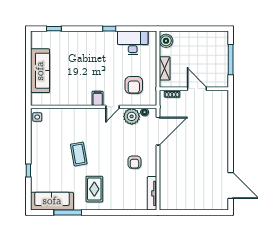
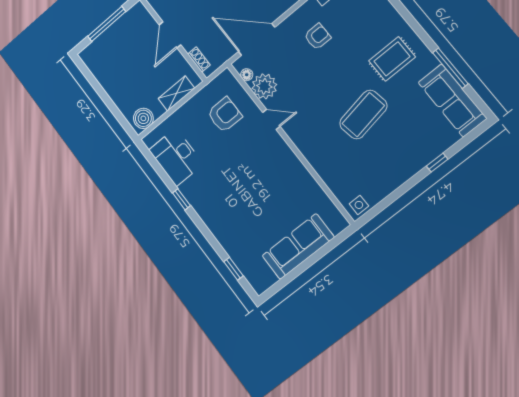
filing cabinet: (98, 98) -> (275, 147), removed
coffee table: (79, 154) -> (363, 115), width x1.36, depth x1.32

